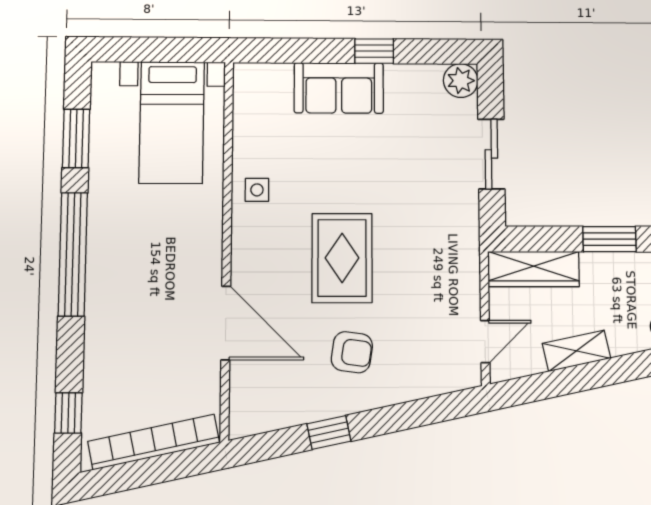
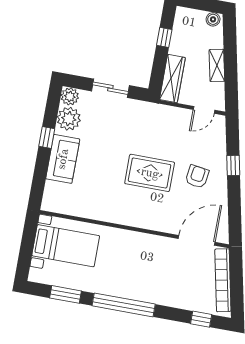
plant: (418, 86) -> (69, 119), added
side table: (257, 190) -> (108, 209), removed
window: (610, 239) -> (164, 37), width x0.67
door: (226, 323) -> (197, 240), moved
door: (485, 342) -> (204, 110), swing flipped
window: (329, 432) -> (233, 165), moved

